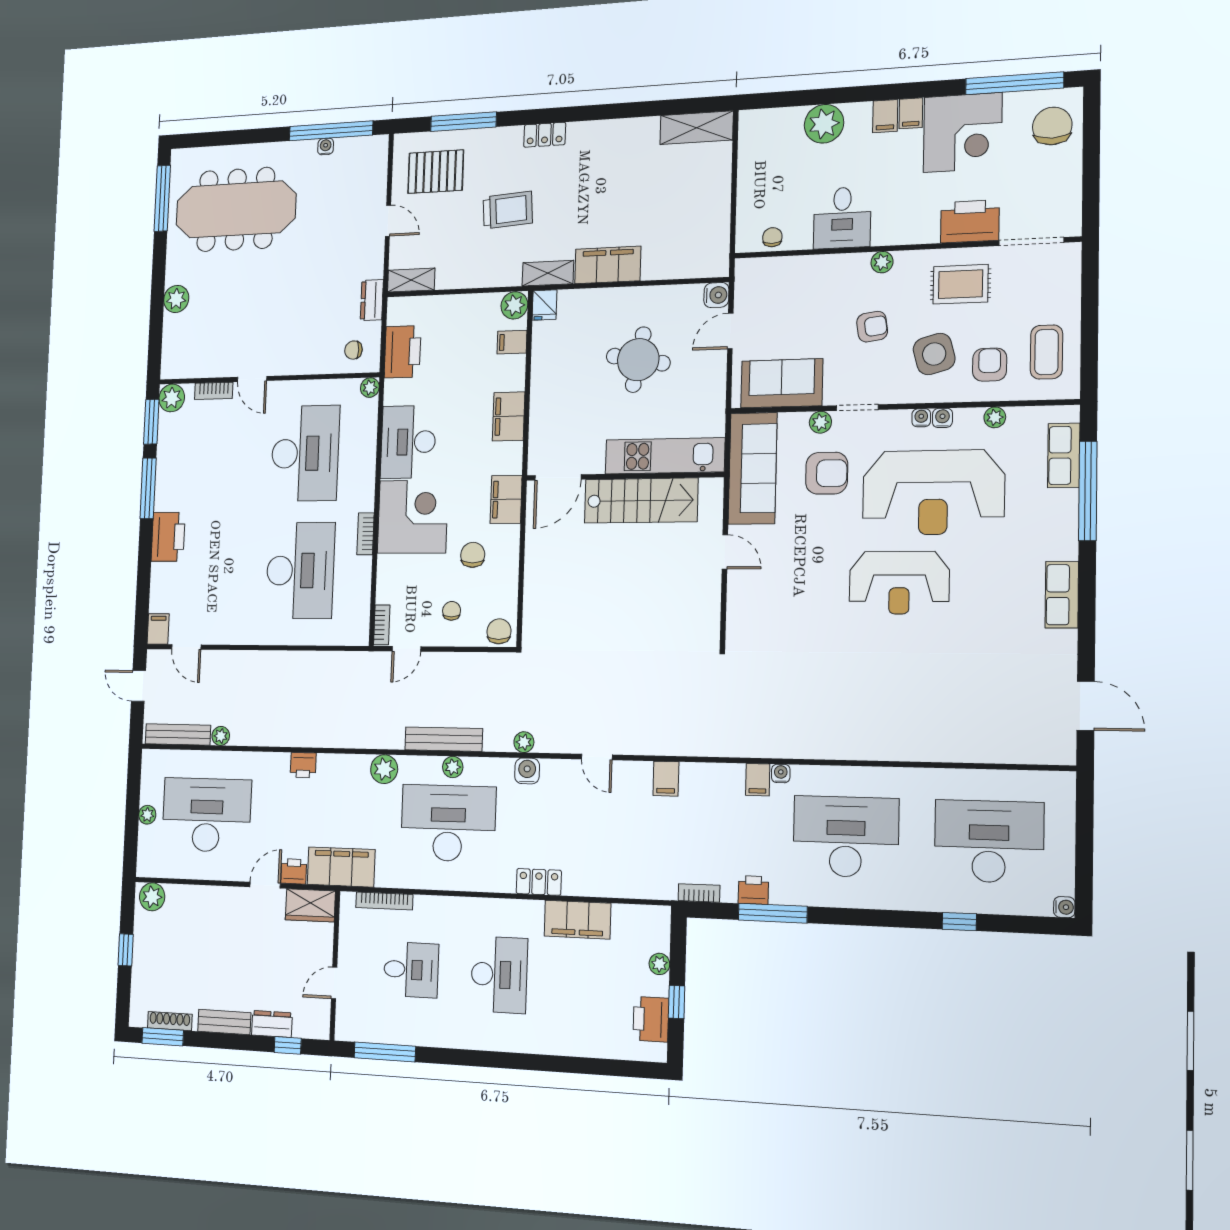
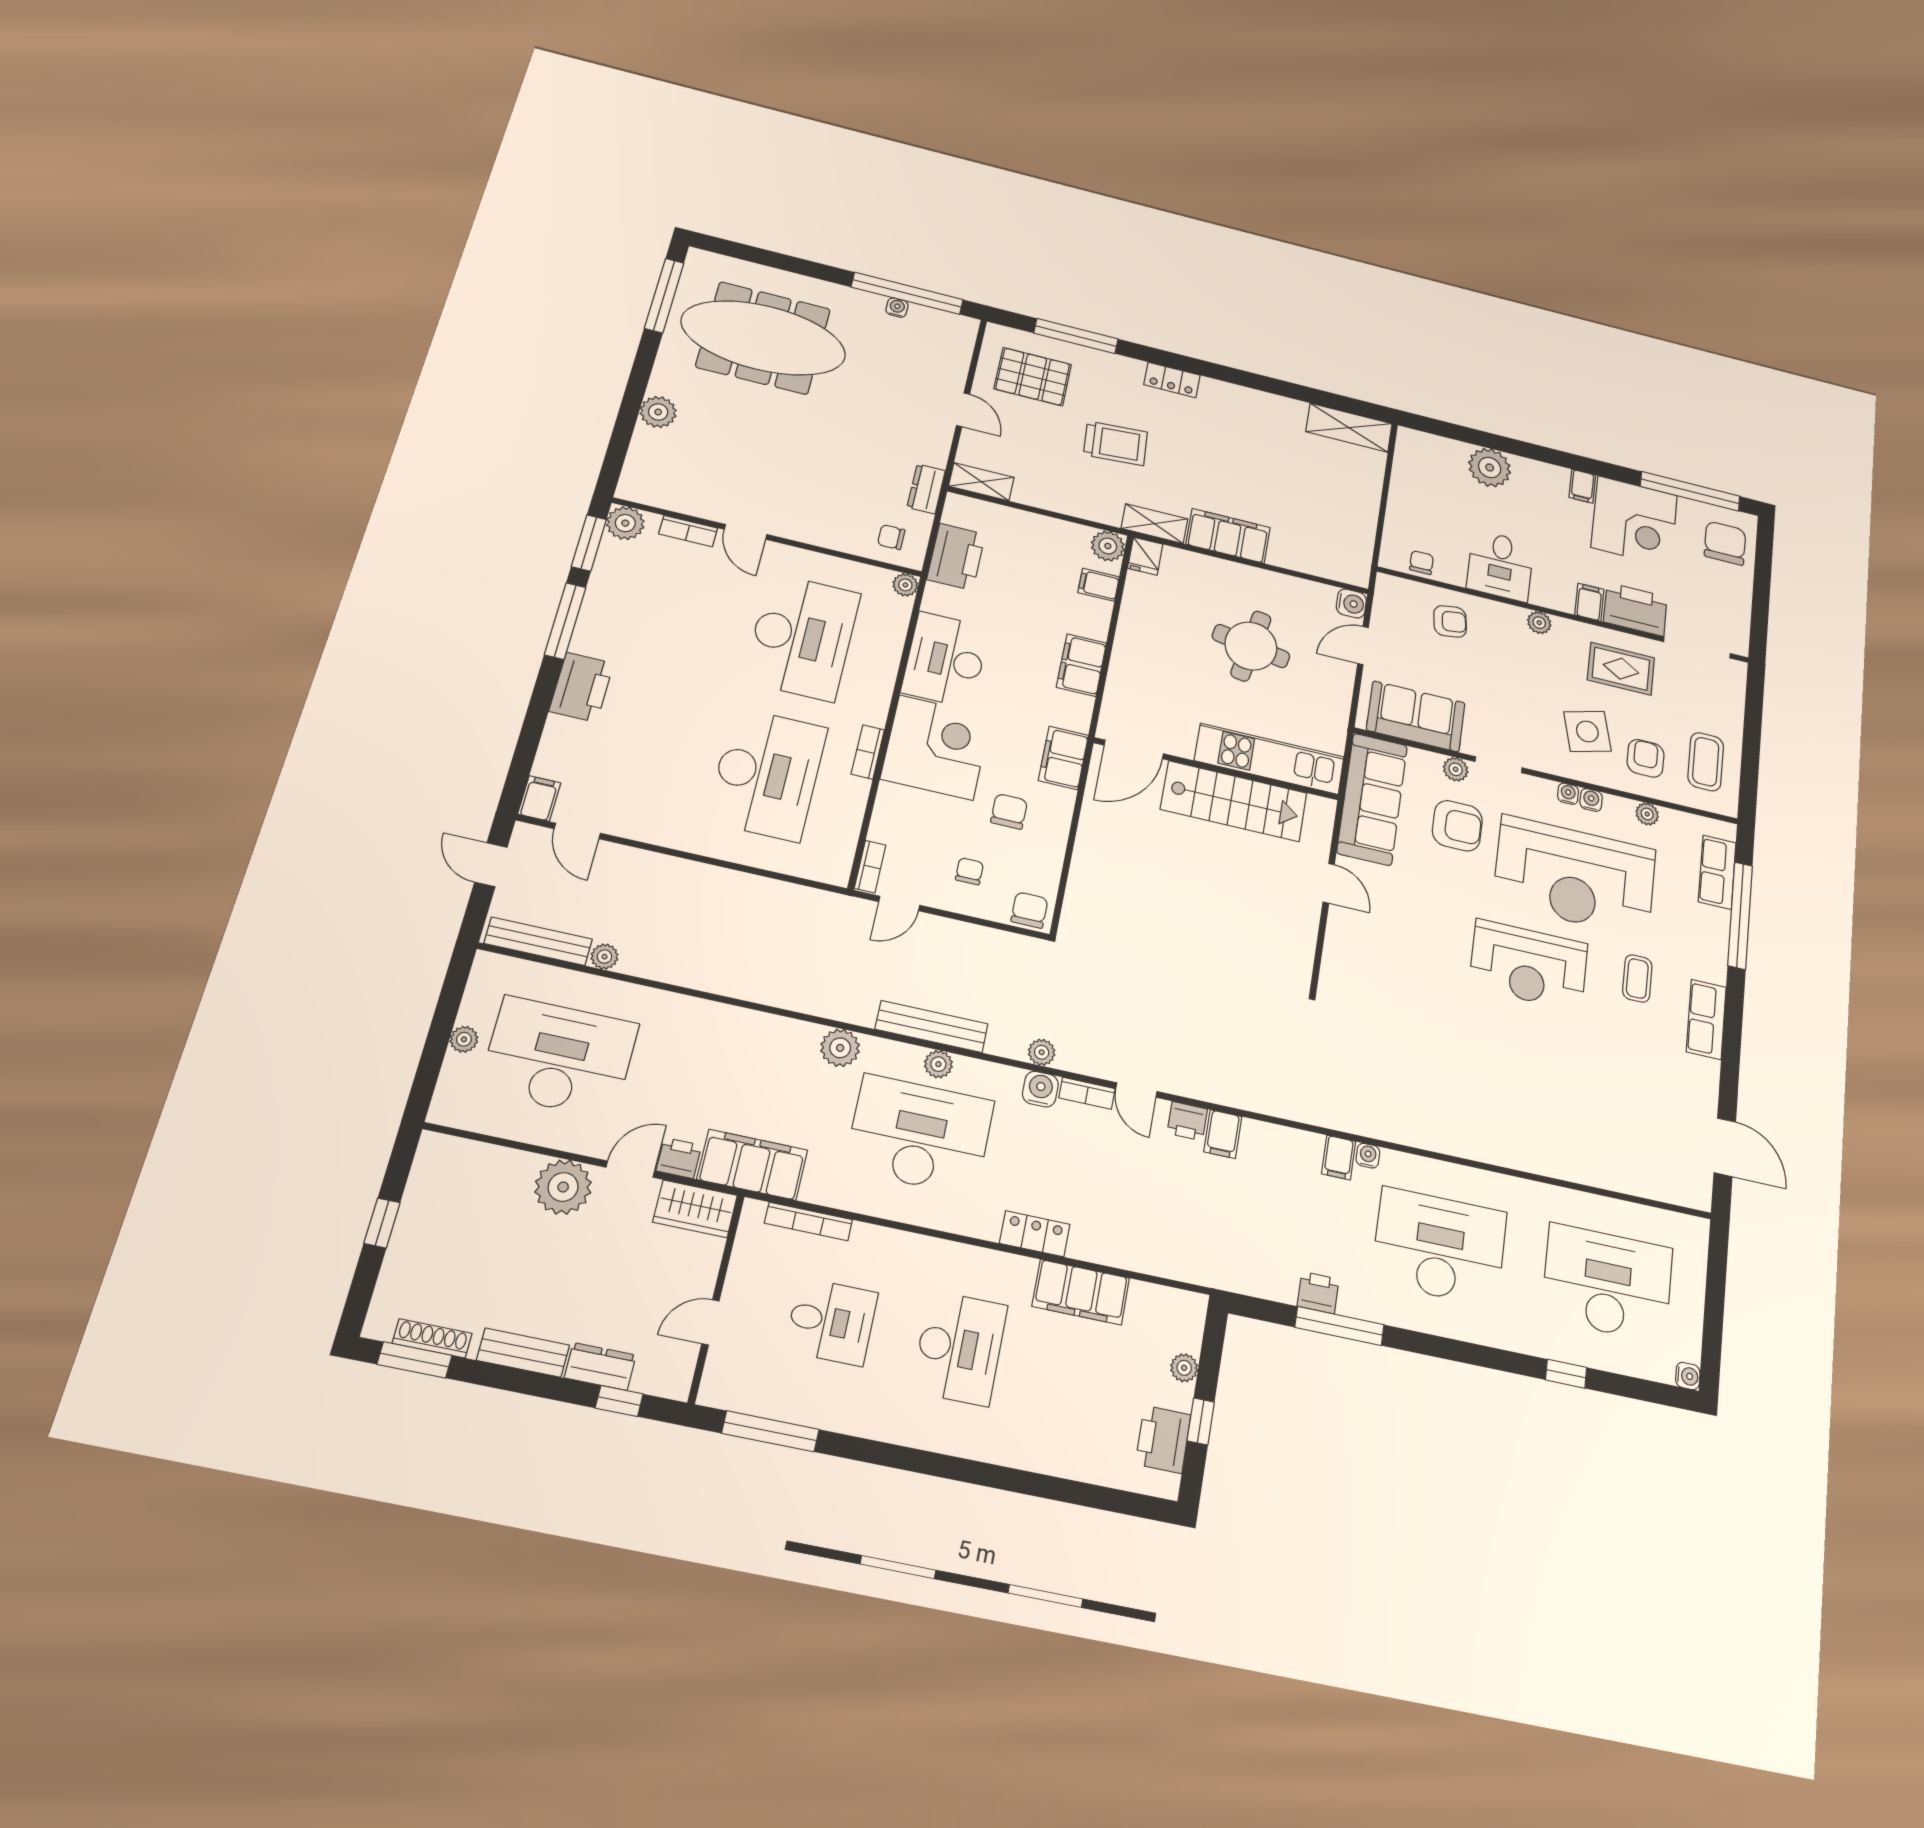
filing cabinet: (885, 116) -> (1589, 602), moved, turned 180
armchair: (872, 327) -> (1450, 621), moved
coffee table: (996, 572) -> (1637, 978), added
printer: (303, 765) -> (1187, 1121), moved
bookcase: (699, 893) -> (1087, 1093), moved, turned 180
plant: (152, 897) -> (563, 1187), moved, width x1.36, depth x1.36

